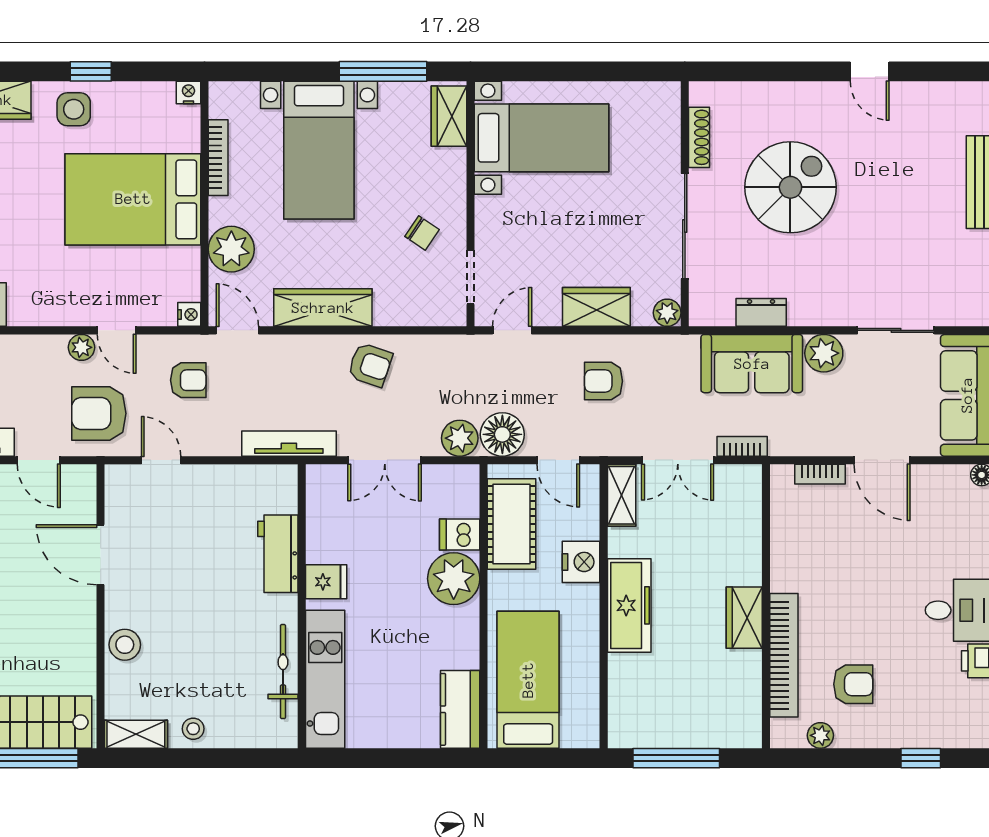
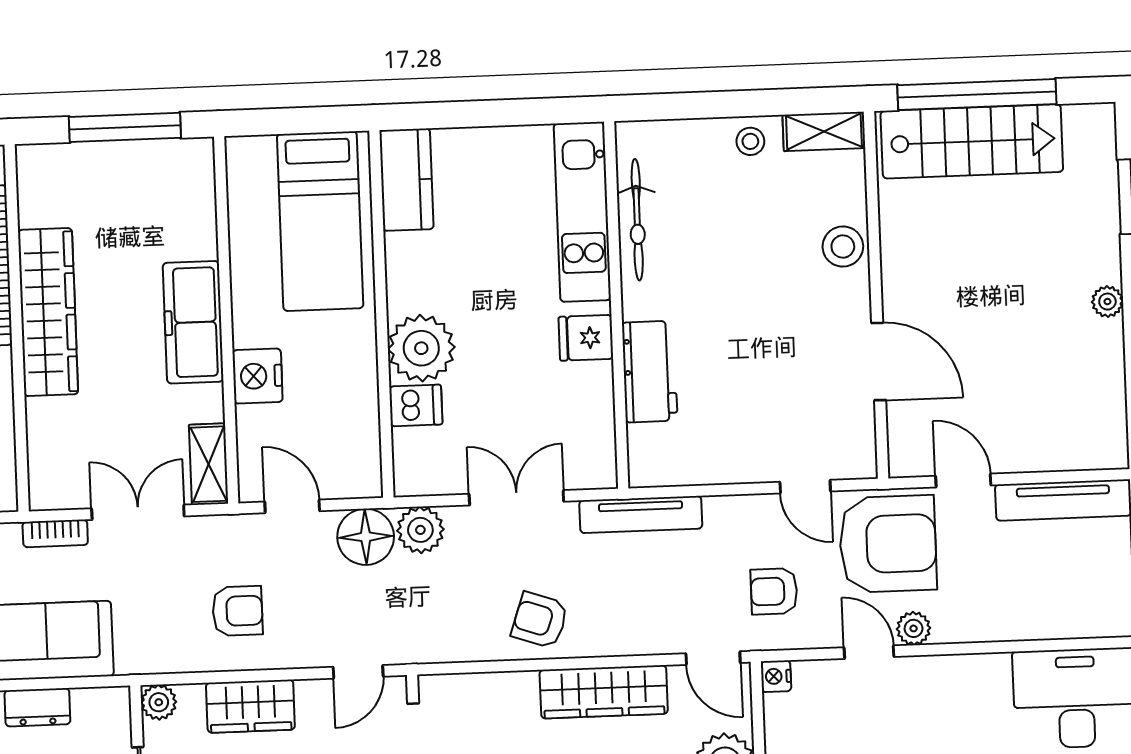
armchair: (99, 413) -> (888, 544), width x1.36, depth x1.36
cot: (512, 524) -> (349, 422), removed
wardrobe: (744, 618) -> (48, 312), width x2.10, depth x1.17

